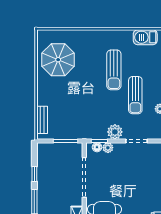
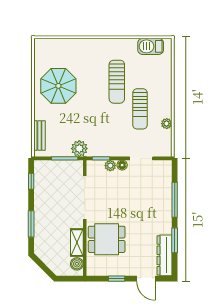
parasol: (58, 60) -> (58, 86), moved
plant: (115, 132) -> (79, 149), moved
floor lamp: (97, 147) -> (122, 165), moved
window: (34, 174) -> (31, 181), moved

